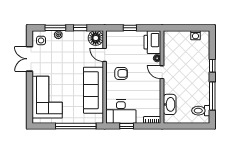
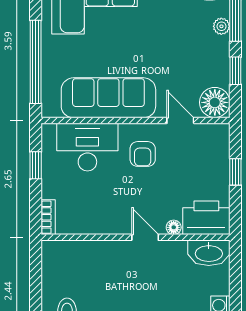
door: (105, 55) -> (180, 120), hinge flipped
door: (162, 72) -> (145, 237), hinge flipped
washbasin: (170, 104) -> (209, 253), moved
desk: (121, 112) -> (87, 147), moved, turned 90

